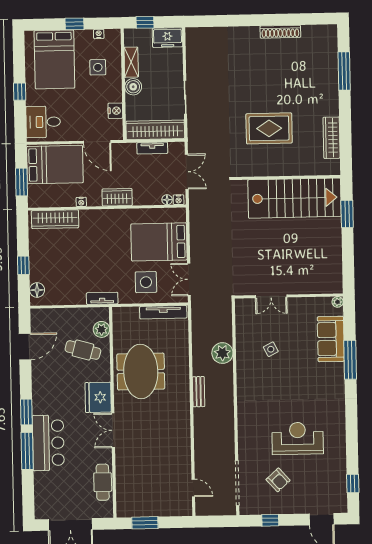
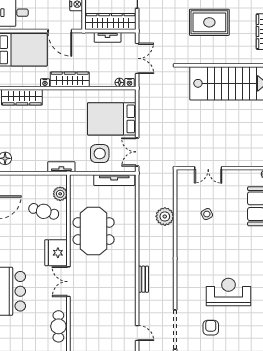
wardrobe: (117, 197) -> (70, 79), width x1.50
bench: (199, 392) -> (143, 279), moved
armchair: (278, 480) -> (211, 328), turned -138

